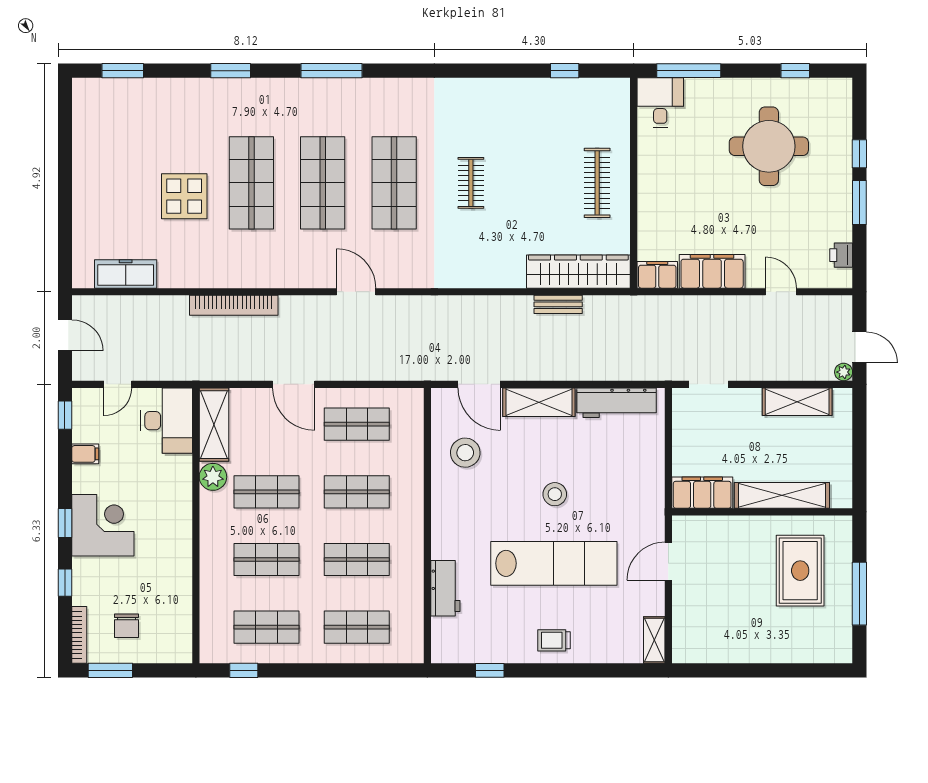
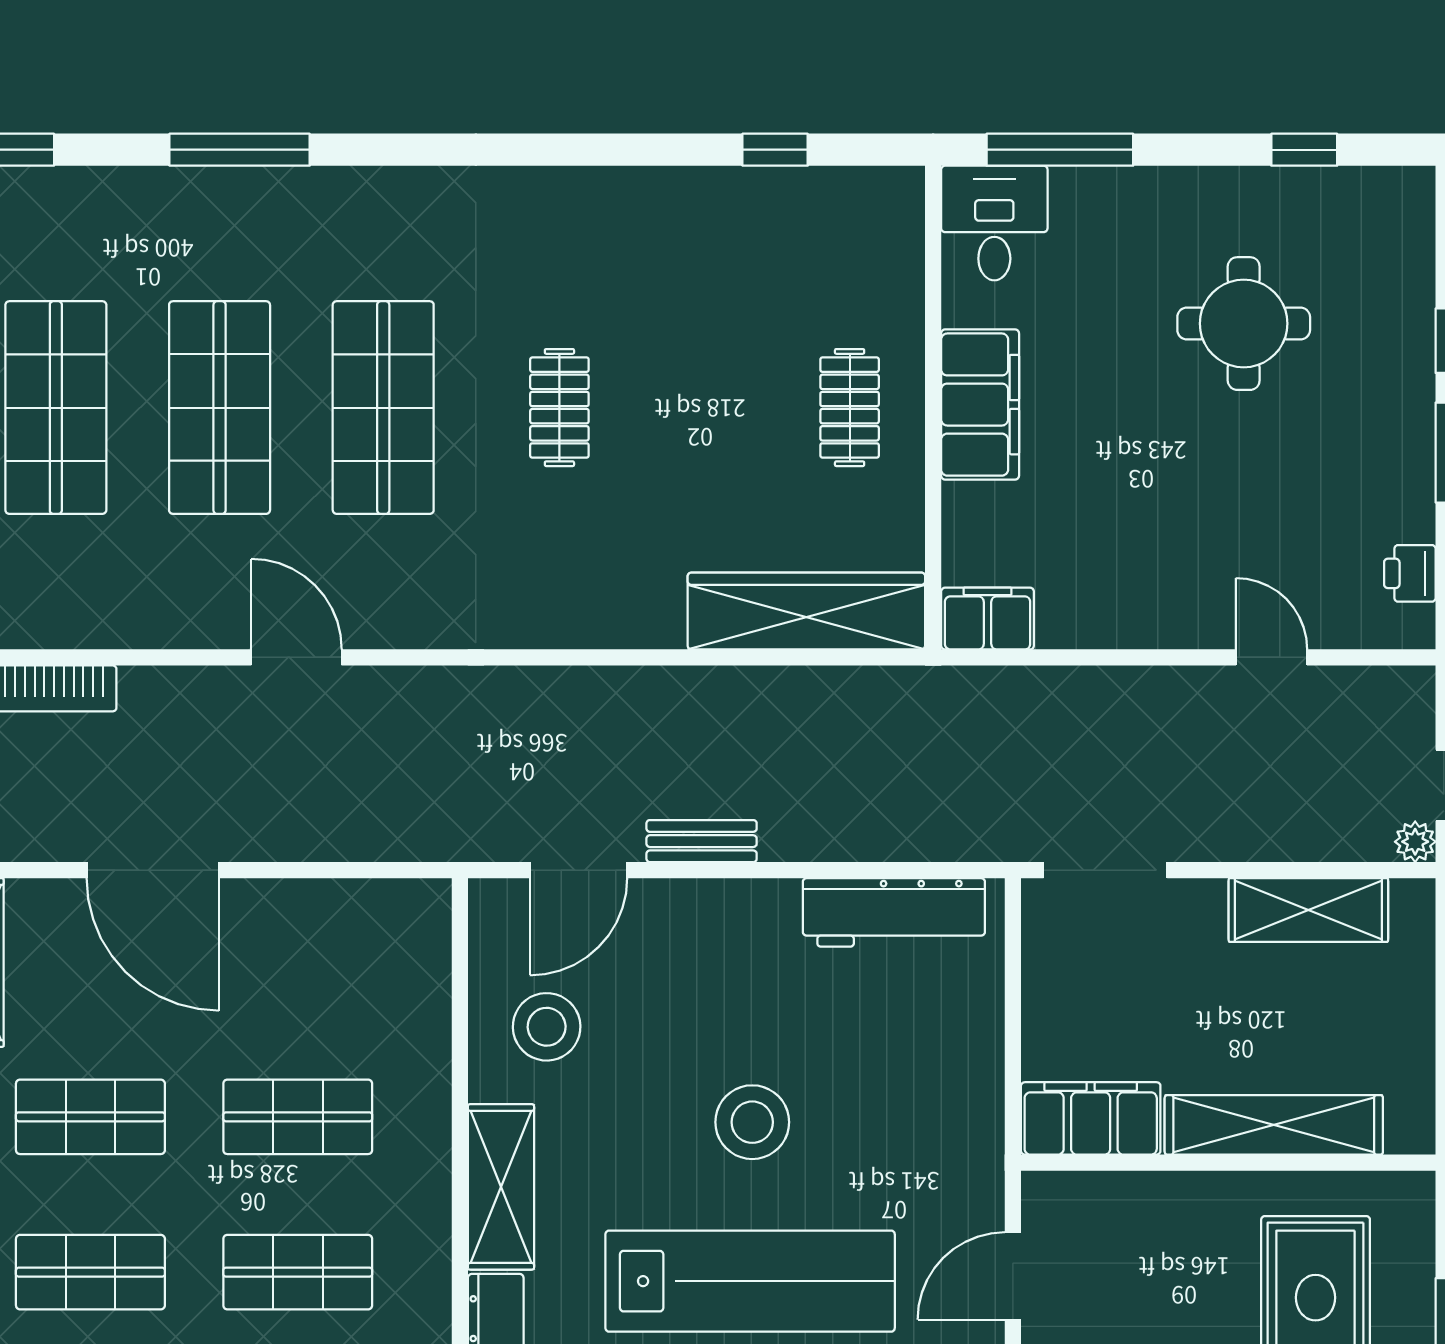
round table: (769, 146) -> (1244, 324), width x0.73, depth x0.73
clothes rail: (597, 183) -> (850, 408), width x0.73
filing cabinet: (712, 271) -> (980, 405), moved, turned 90
bench: (558, 304) -> (702, 841), moved
door: (294, 384) -> (153, 870), width x1.36
door: (479, 384) -> (579, 870), hinge flipped
doorway: (709, 384) -> (1105, 870), width x1.38
shelving: (539, 402) -> (501, 1187), moved, turned 90
shop shelf: (357, 424) -> (298, 961), removed
stool: (555, 494) -> (752, 1122), width x1.38, depth x1.38

